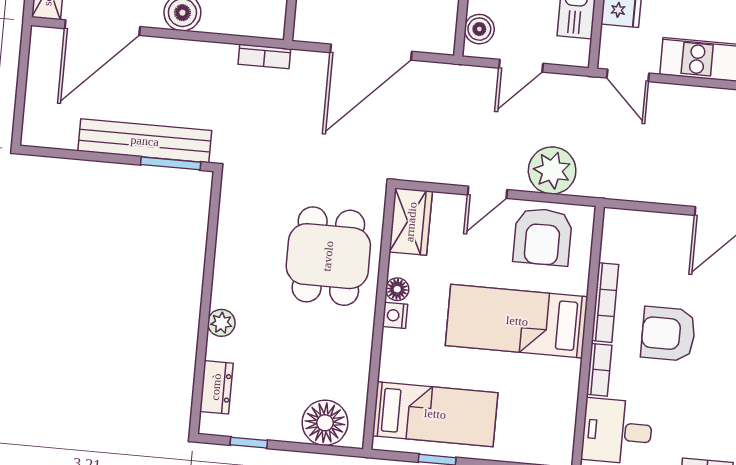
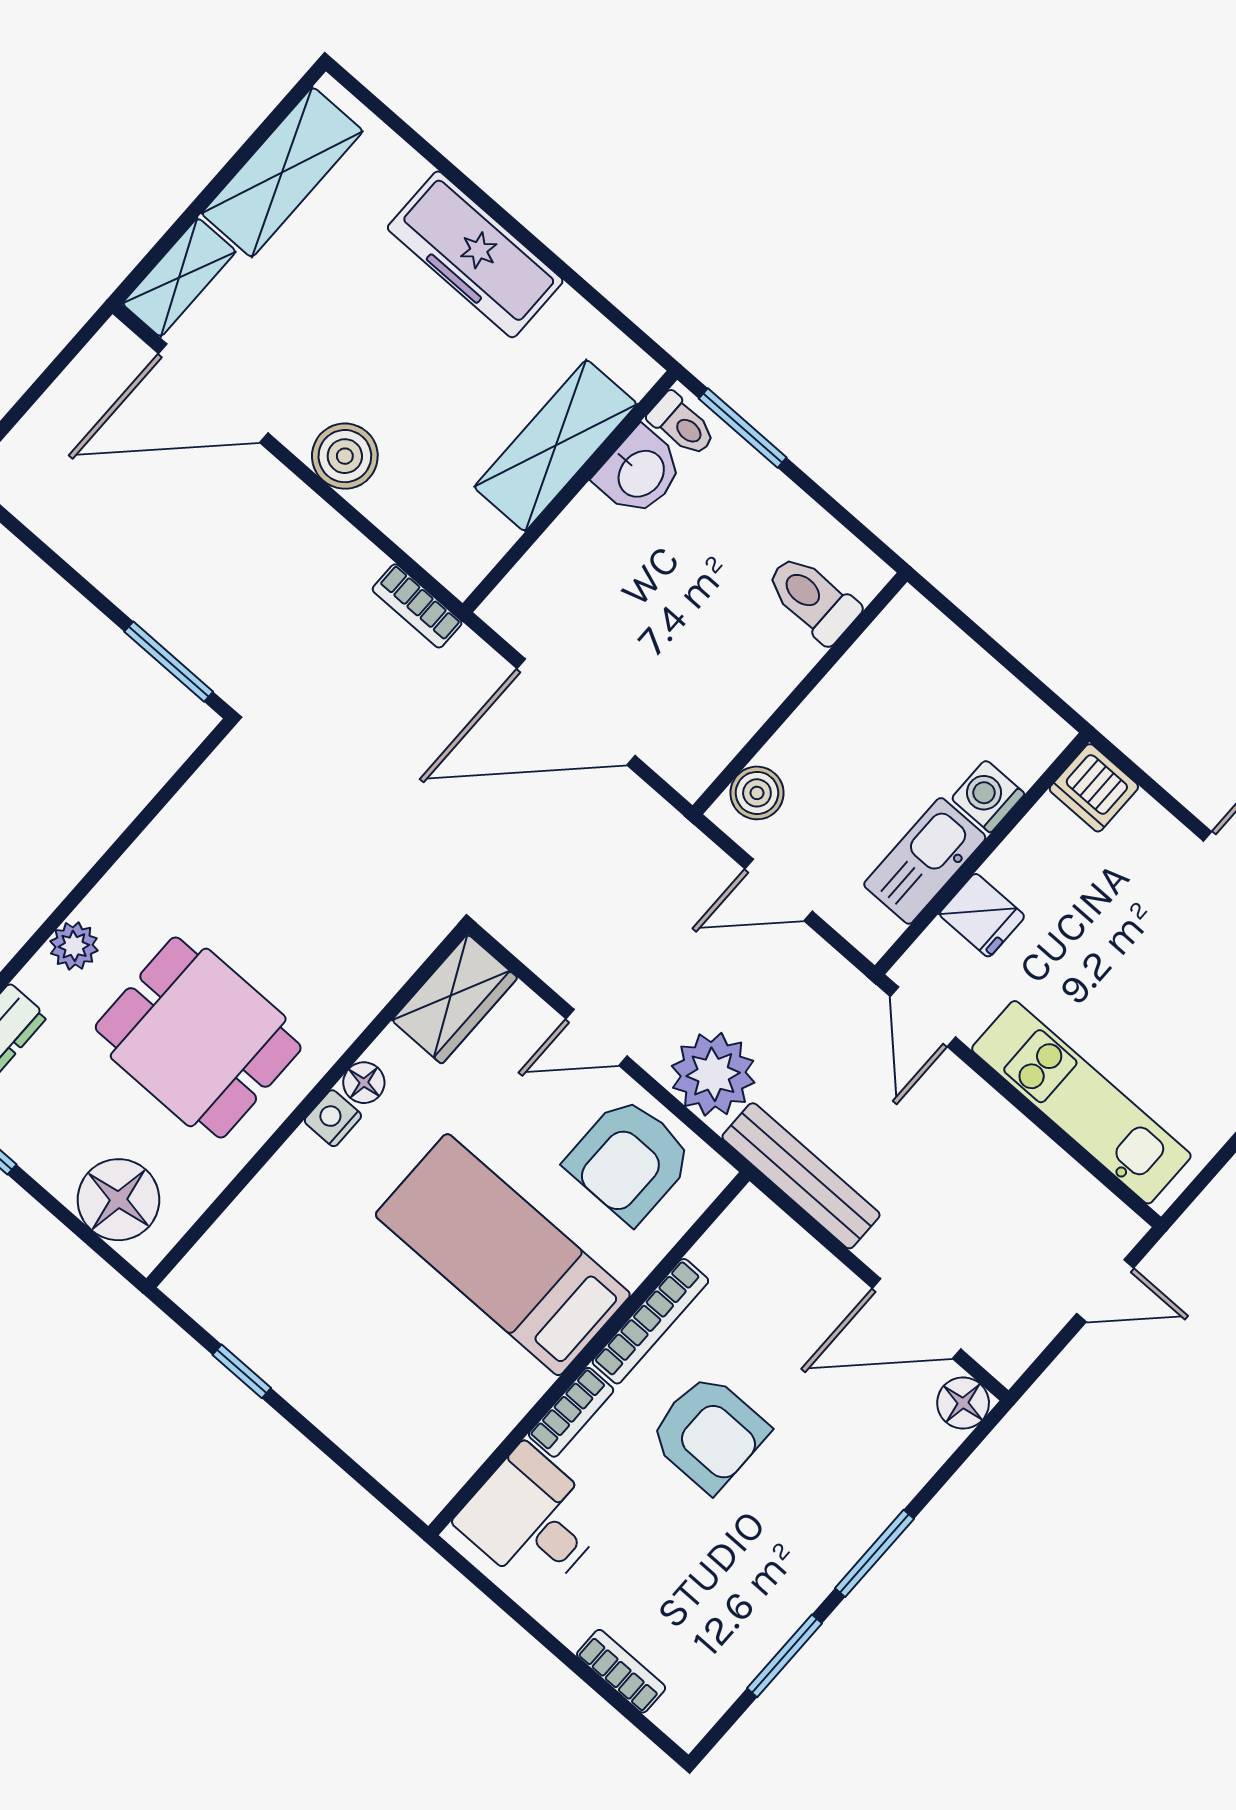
bench: (145, 141) -> (801, 1176), moved, width x0.73, depth x0.82
dining table: (328, 256) -> (198, 1037), moved, turned 90
armchair: (668, 334) -> (709, 1433), turned 180
bed: (435, 414) -> (287, 1303), removed

